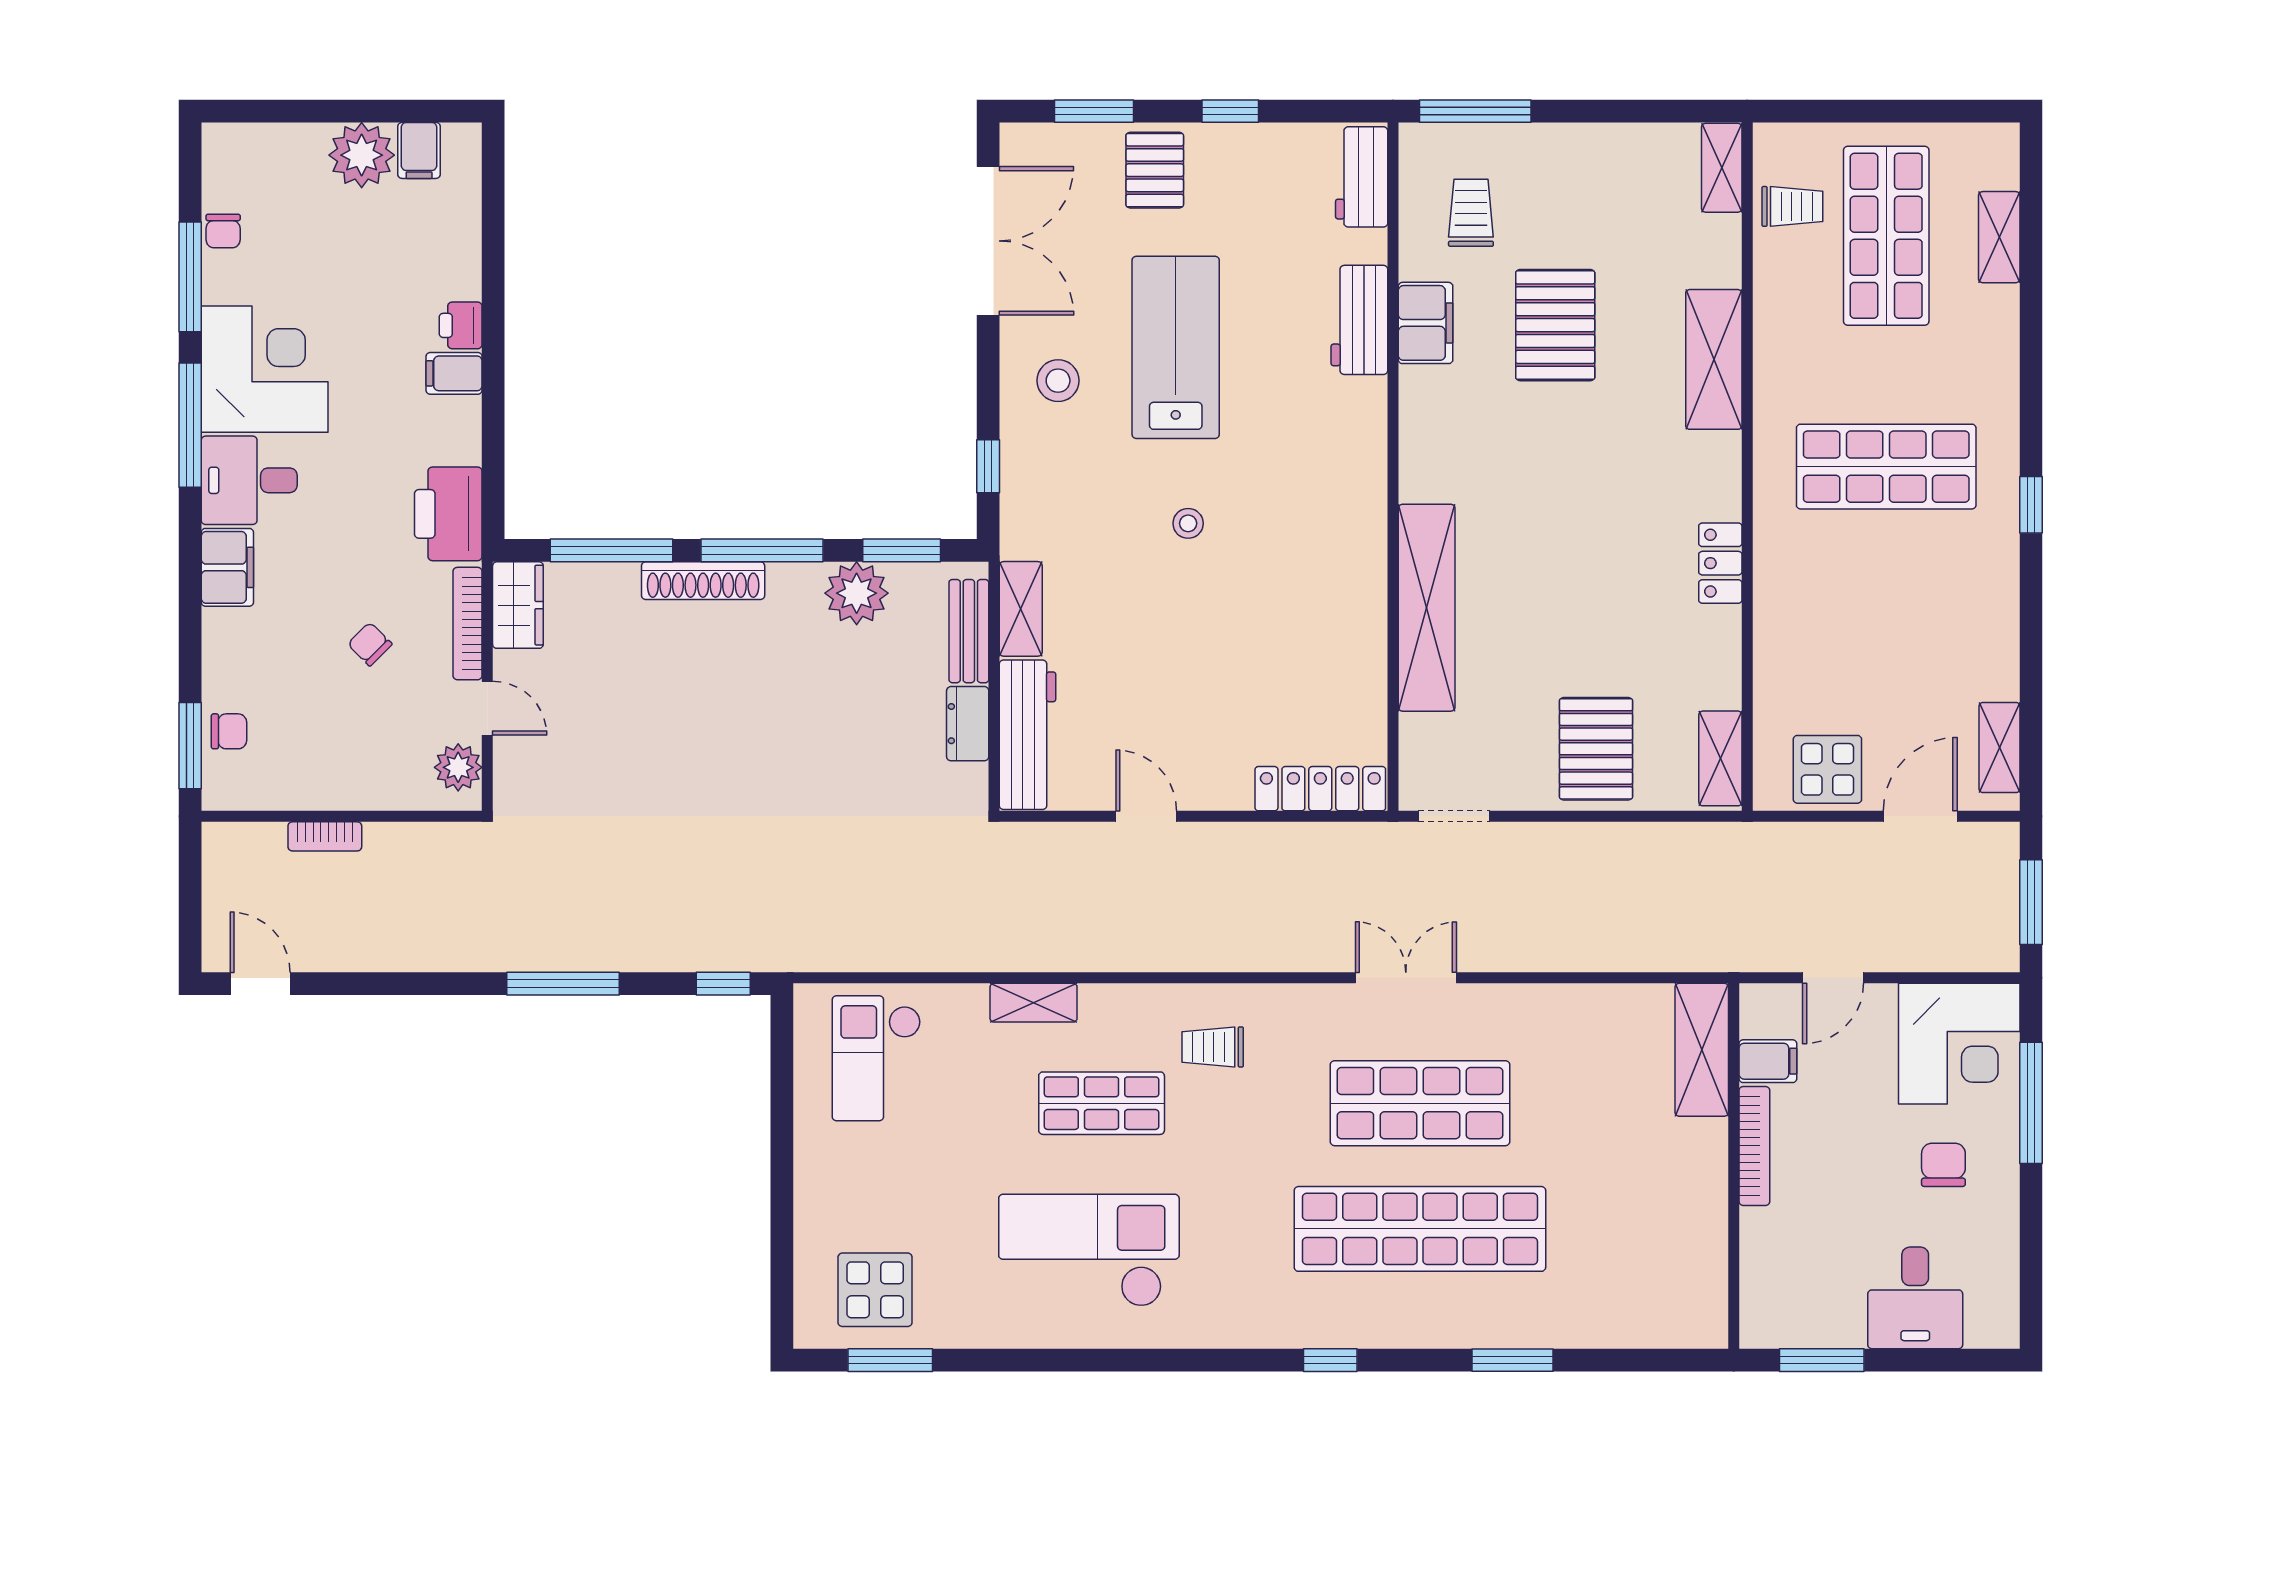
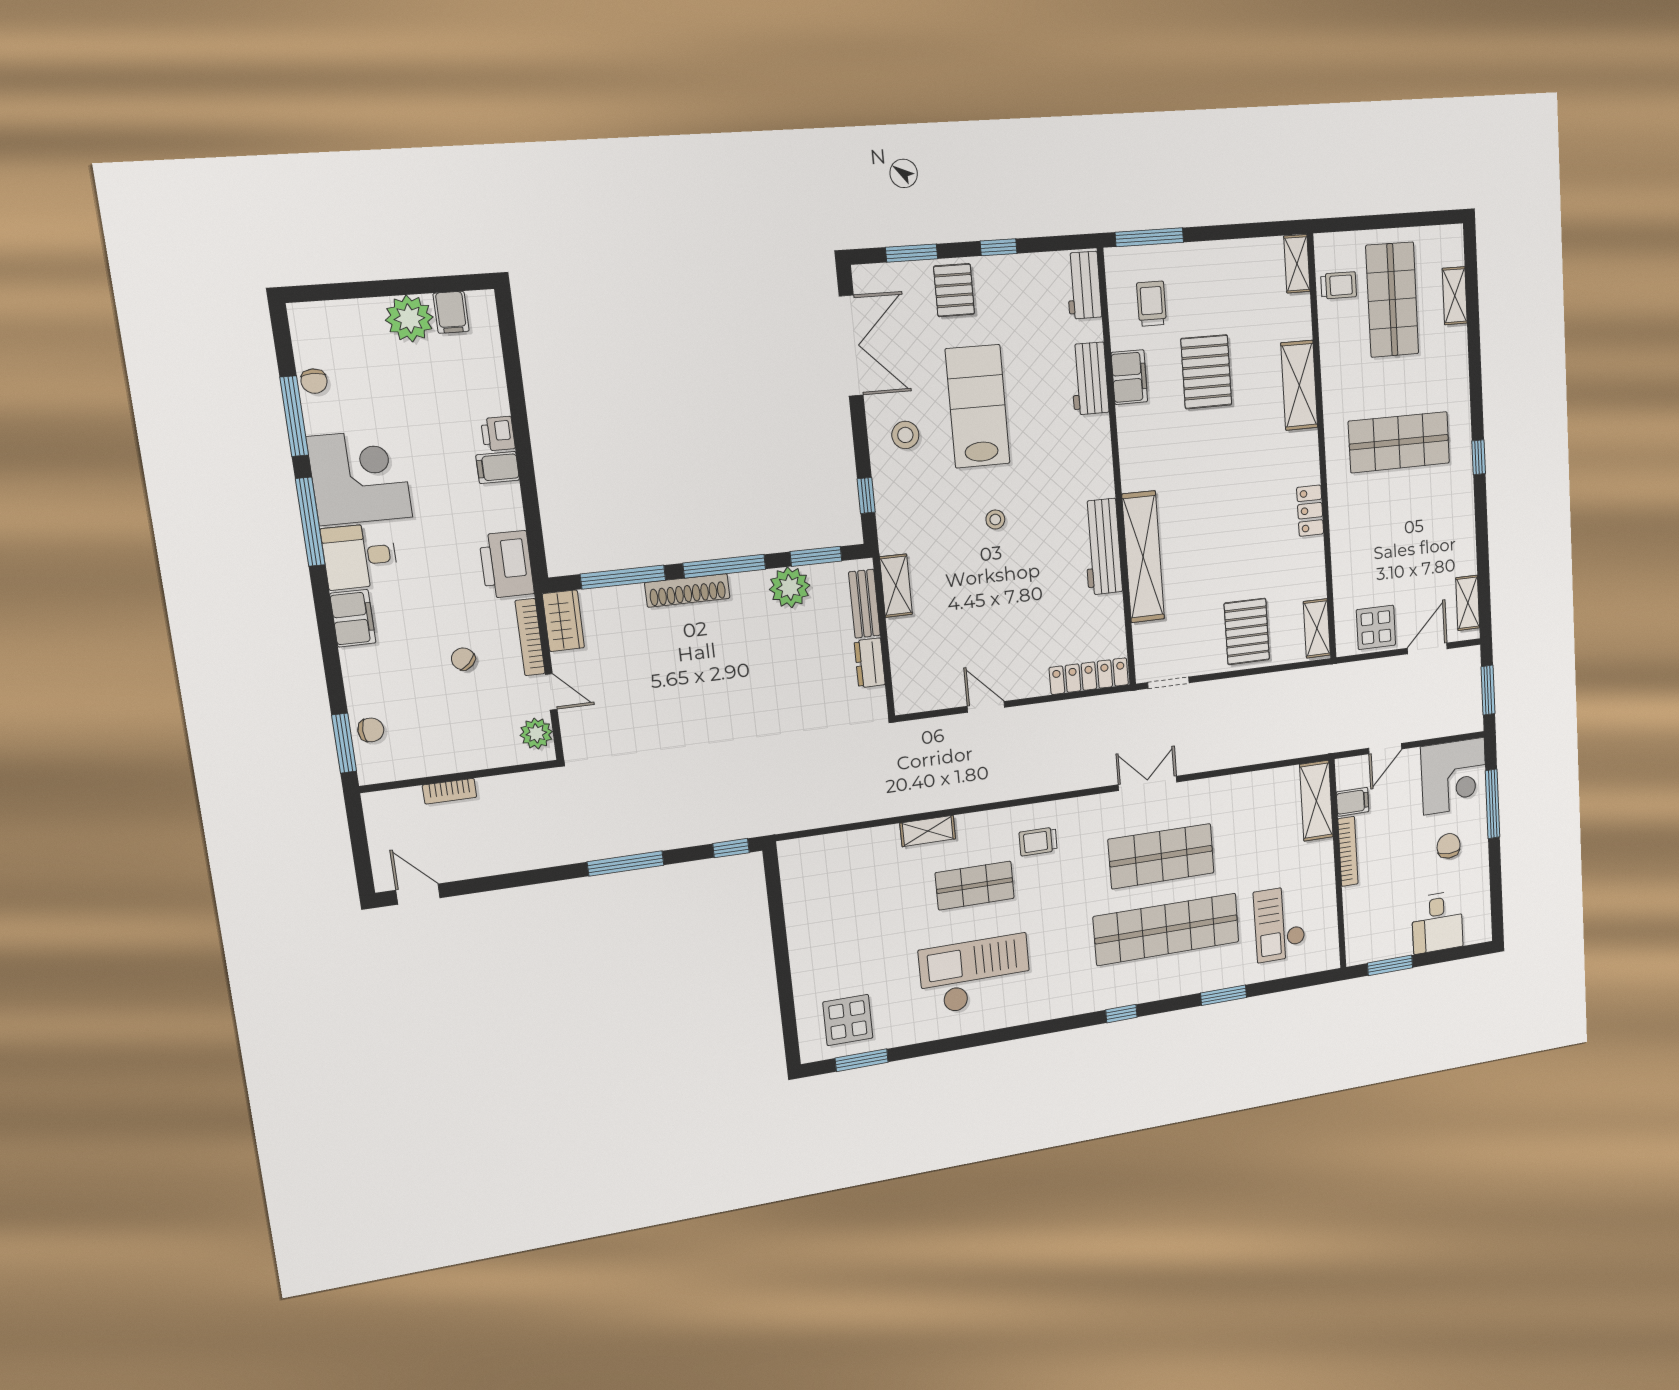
workbench: (1027, 735) -> (1102, 547), moved, turned 180
checkout: (876, 1058) -> (1279, 924), moved

